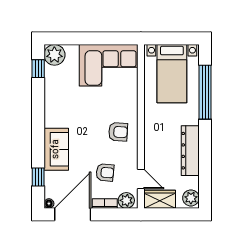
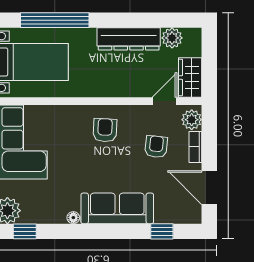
sofa: (56, 149) -> (117, 208), width x1.36
plant: (191, 198) -> (172, 38), moved
floor lamp: (49, 204) -> (73, 218), moved
door: (73, 214) -> (209, 188), width x0.73

